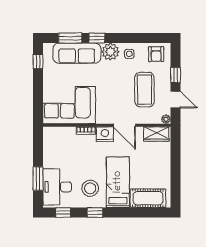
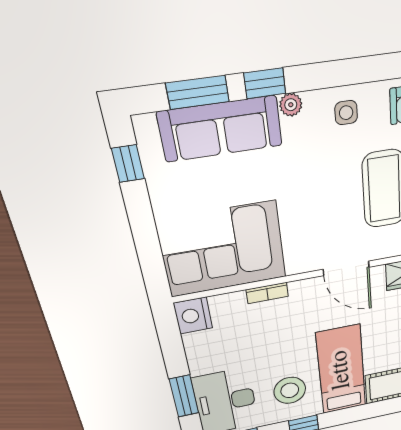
plant: (110, 52) -> (291, 105), width x0.53, depth x0.53
nightstand: (105, 134) -> (193, 316), moved, turned -90

